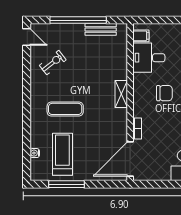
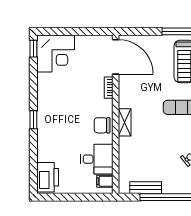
chair: (164, 93) -> (102, 125), moved
door: (130, 159) -> (116, 57), hinge flipped

